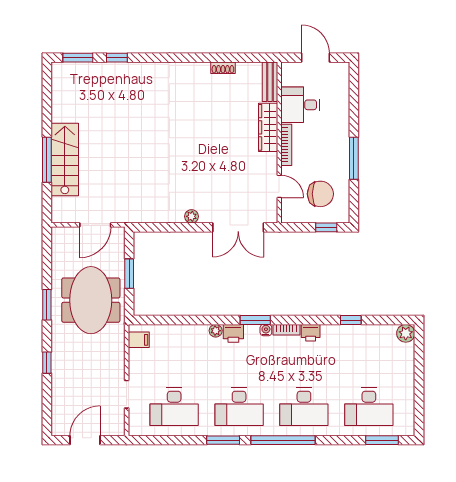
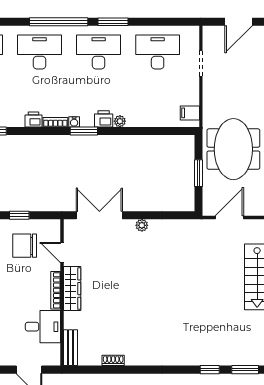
wardrobe: (268, 127) -> (72, 289), moved

